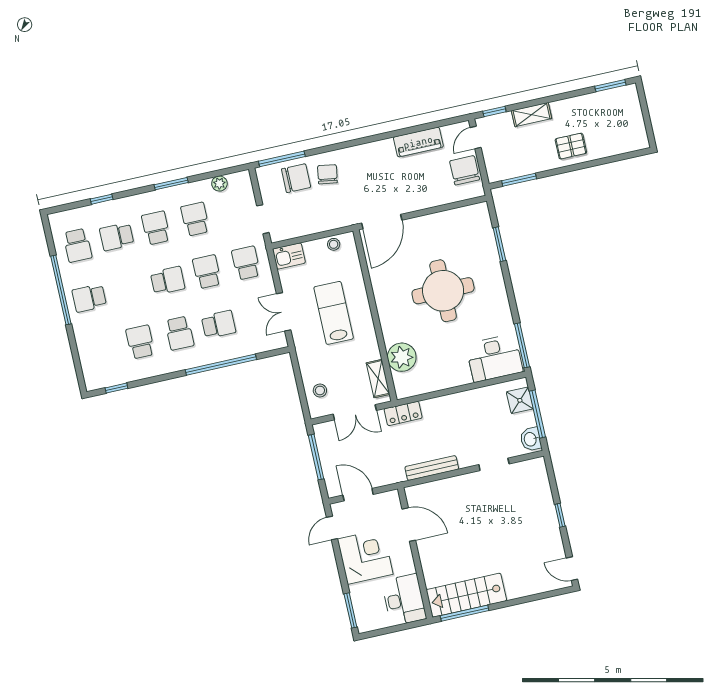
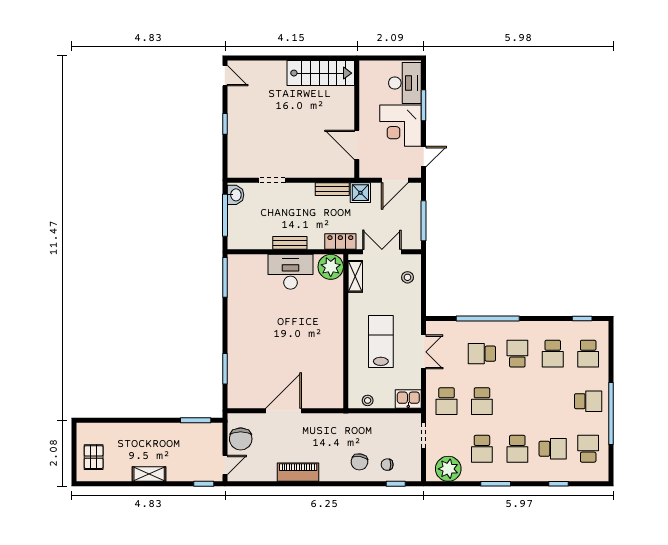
window: (610, 86) -> (99, 484), removed
shelving: (532, 115) -> (149, 474), moved
piano: (418, 142) -> (298, 472), moved
pallet: (571, 146) -> (94, 457), moved, turned 90
window: (282, 159) -> (396, 484), width x0.46
chair: (296, 178) -> (387, 465), width x0.54, depth x0.54
plant: (219, 184) -> (448, 469), width x1.87, depth x1.87
door: (382, 222) -> (283, 411), moved
school desk: (168, 281) -> (588, 354), moved, turned -90
round table: (443, 291) -> (282, 339), removed
lab bench: (334, 313) -> (381, 341), turned 180
plant: (402, 357) -> (331, 267), moved
desk: (494, 358) -> (290, 272), moved
bench: (459, 399) -> (290, 243), added
shower: (520, 400) -> (360, 193), moved
bench: (432, 468) -> (332, 189), width x0.73
door: (358, 495) -> (395, 180), hinge flipped
desk: (404, 600) -> (405, 83), moved, turned 180
window: (350, 610) -> (424, 105), moved
window: (465, 613) -> (326, 58), removed

